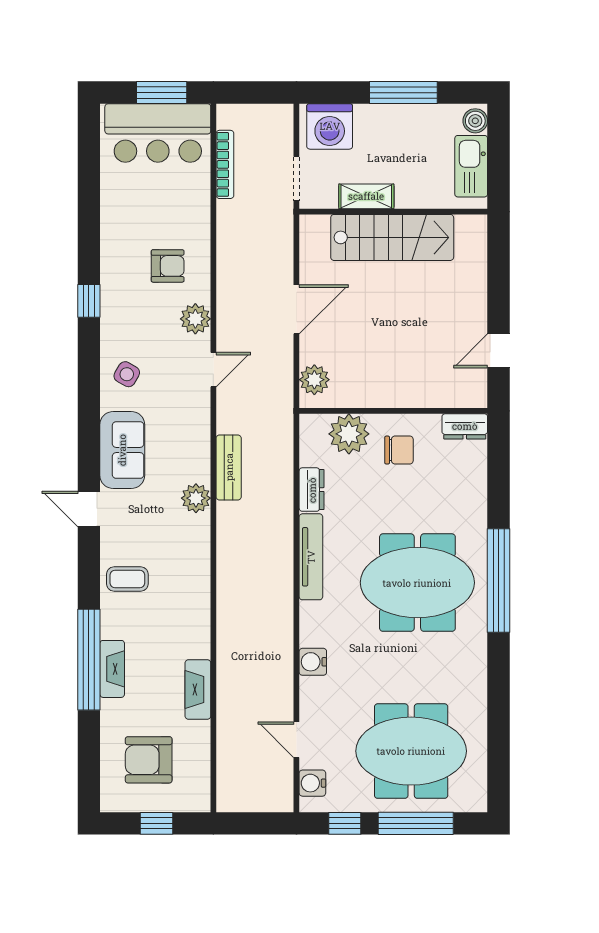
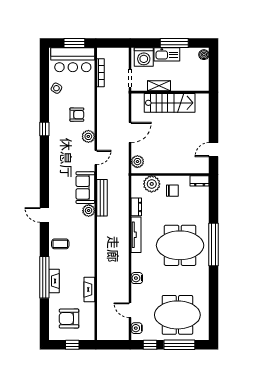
kitchen sink: (471, 166) -> (167, 54), moved, turned -90
side table: (127, 374) -> (56, 88), moved
sofa: (122, 450) -> (85, 188), moved, turned 180
bench: (229, 467) -> (102, 198), width x1.36

